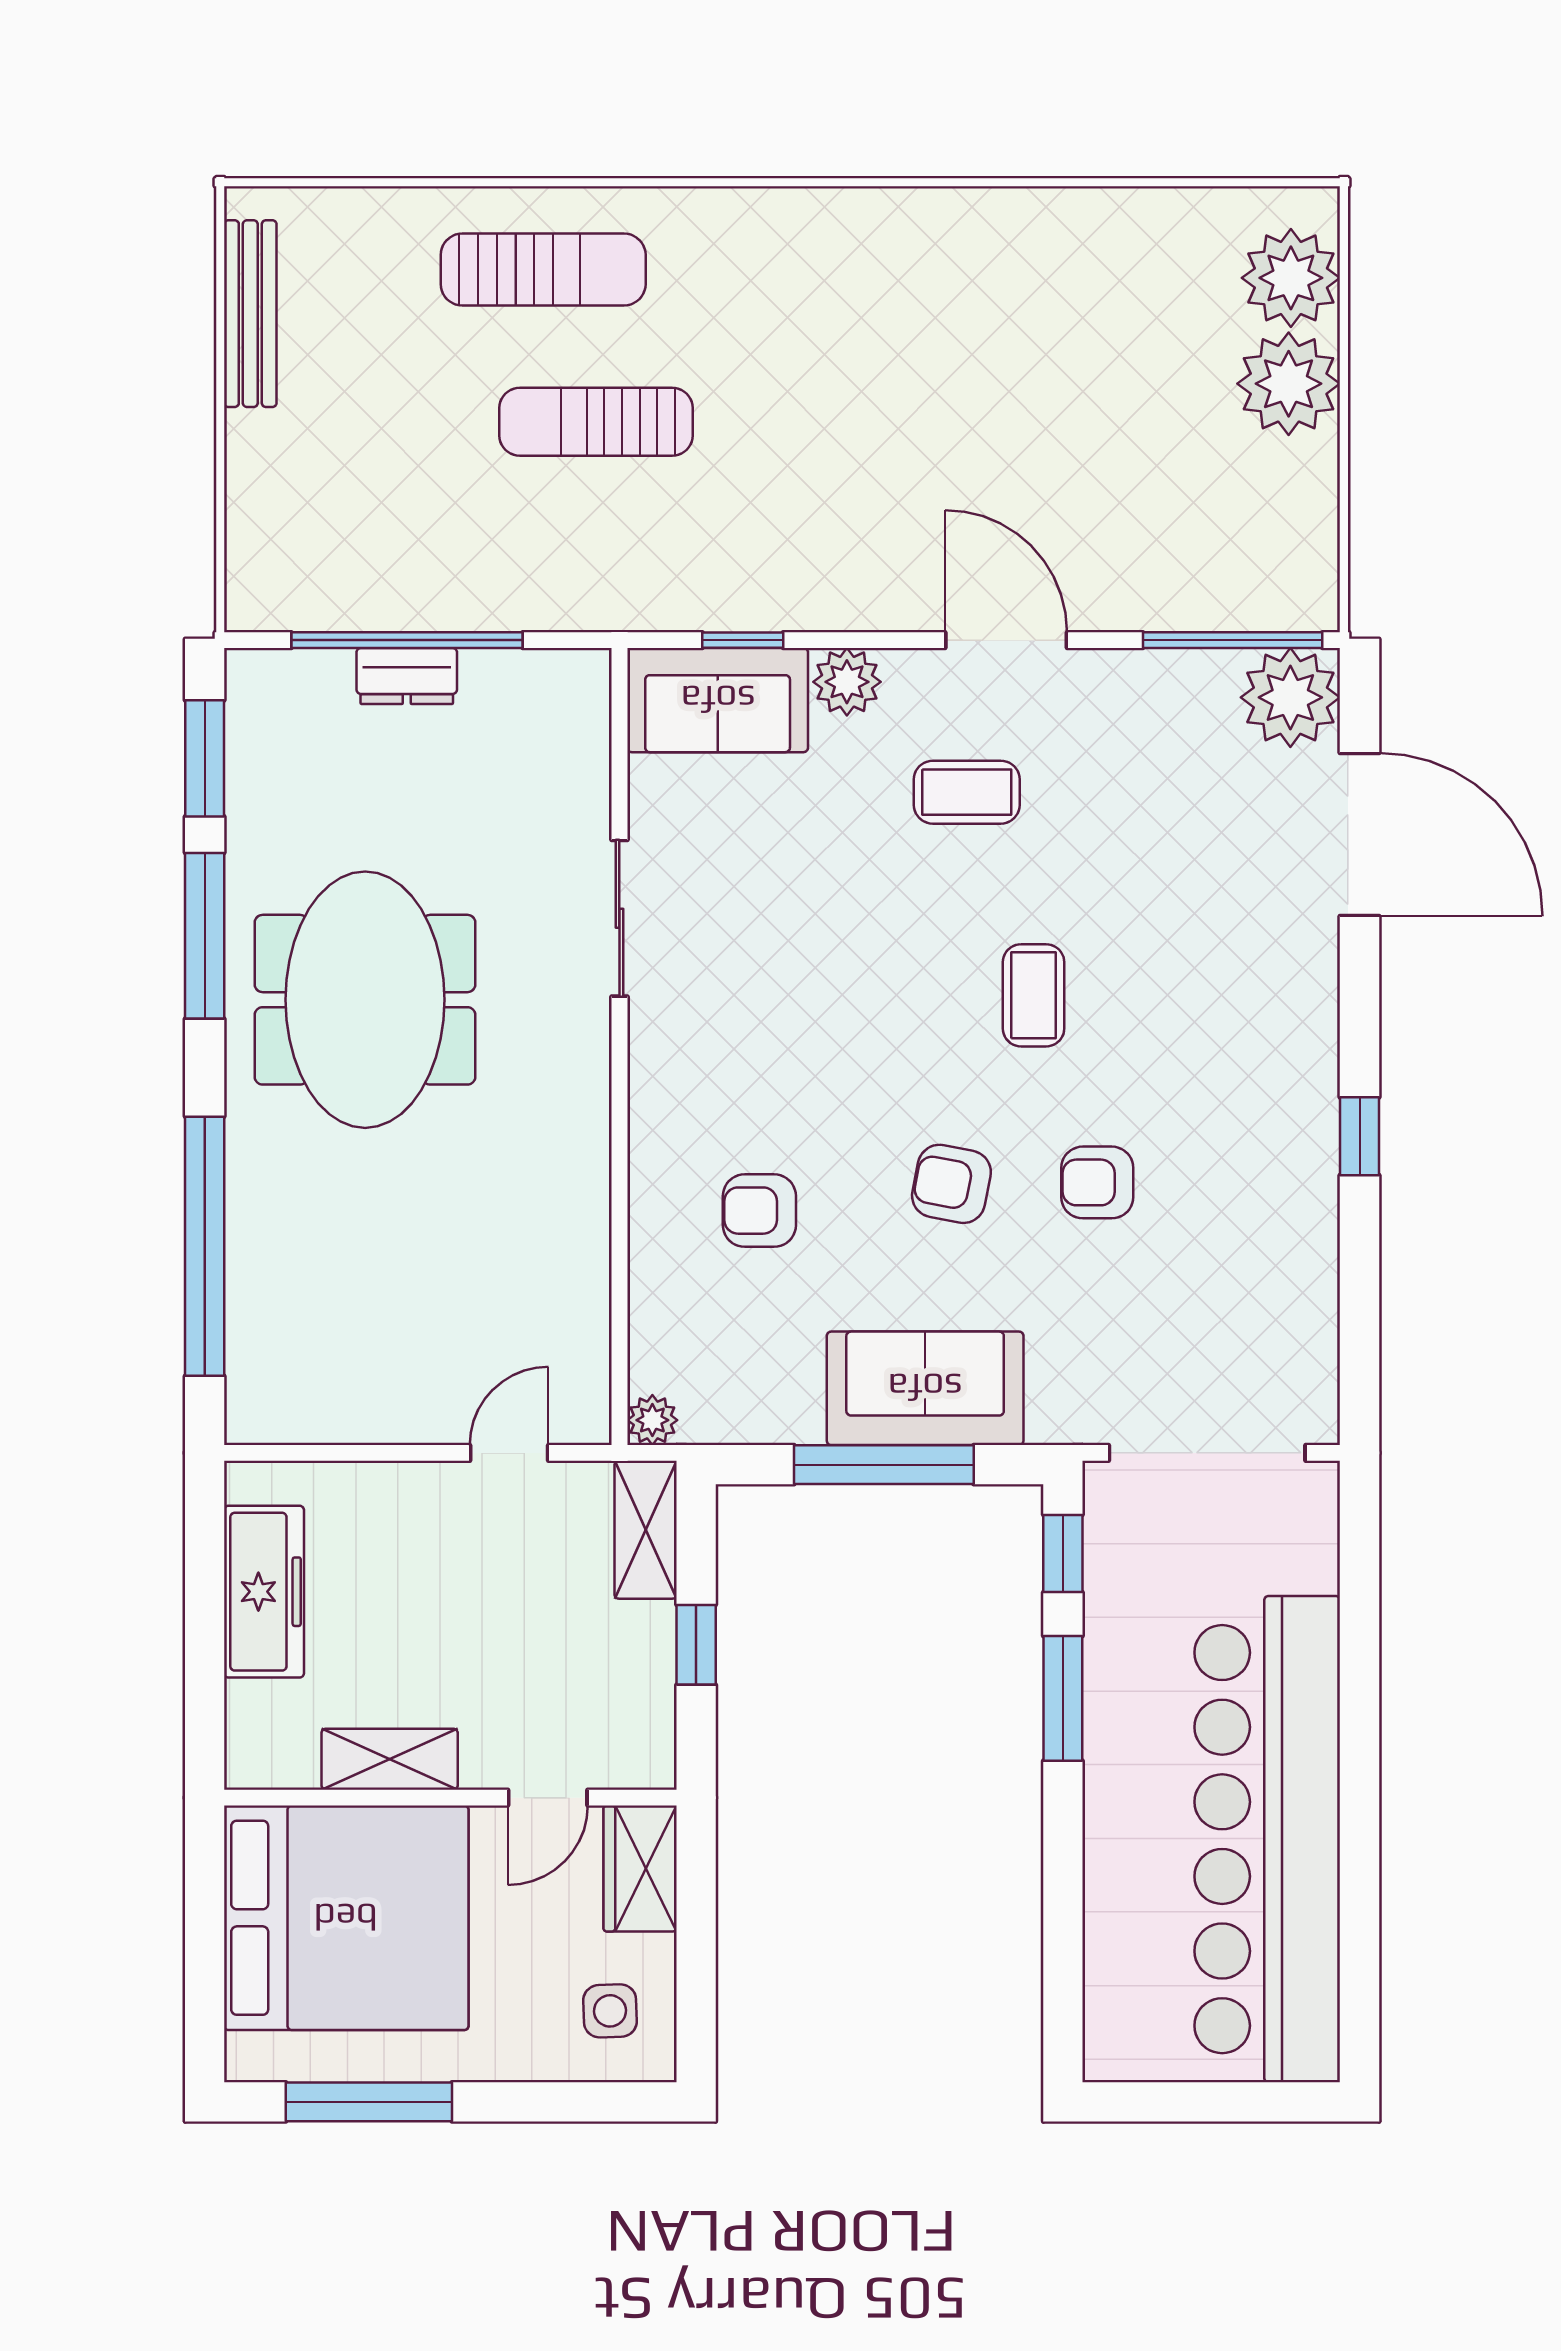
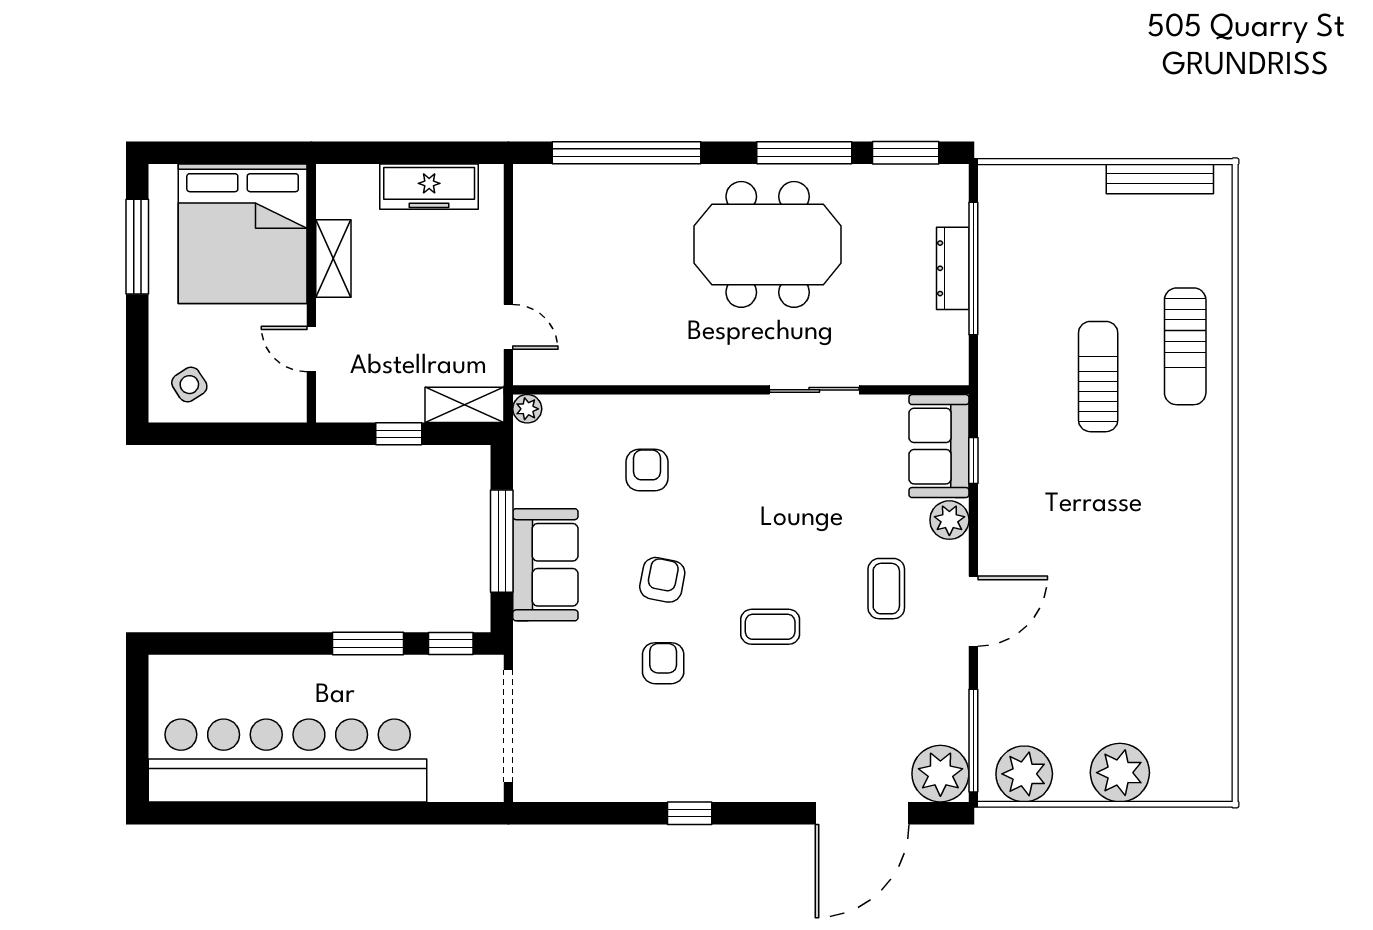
plant: (1291, 278) -> (1024, 774), moved
dresser: (407, 676) -> (953, 268), width x1.44
wardrobe: (640, 1868) -> (271, 402), removed
side table: (610, 2011) -> (189, 385), turned -31

